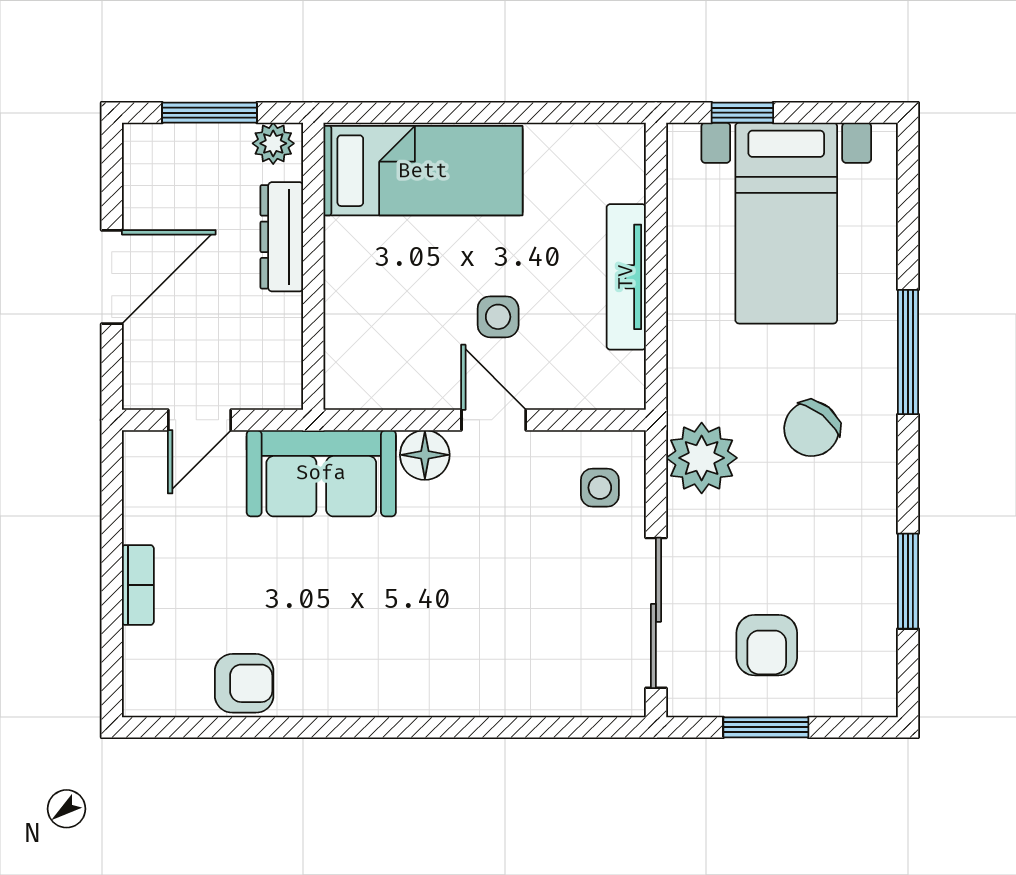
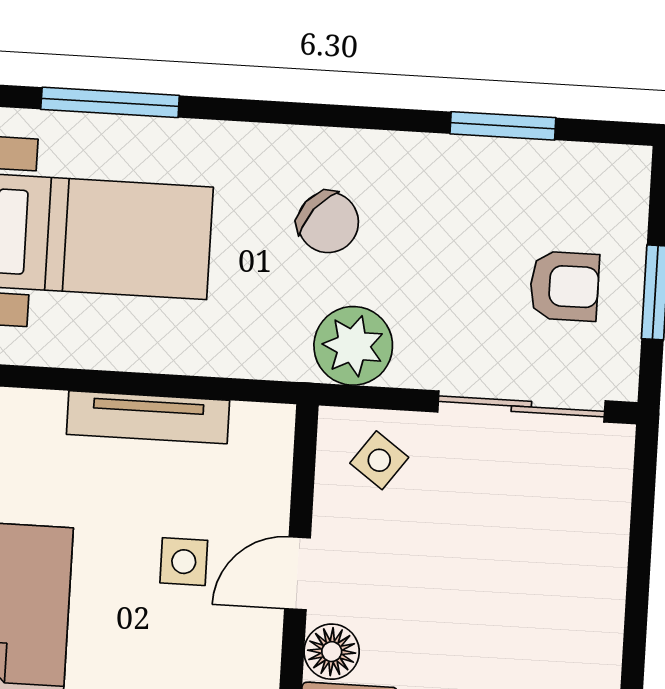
window: (908, 352) -> (110, 102), moved
side table: (600, 488) -> (379, 460), turned 36

